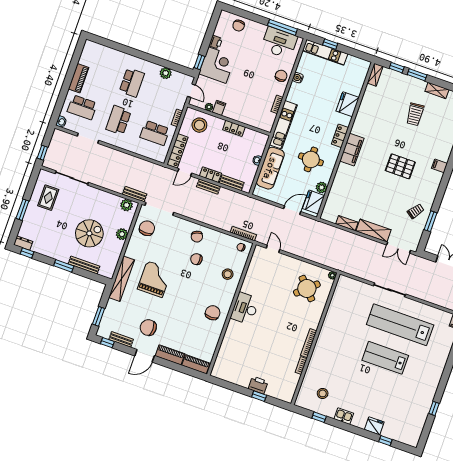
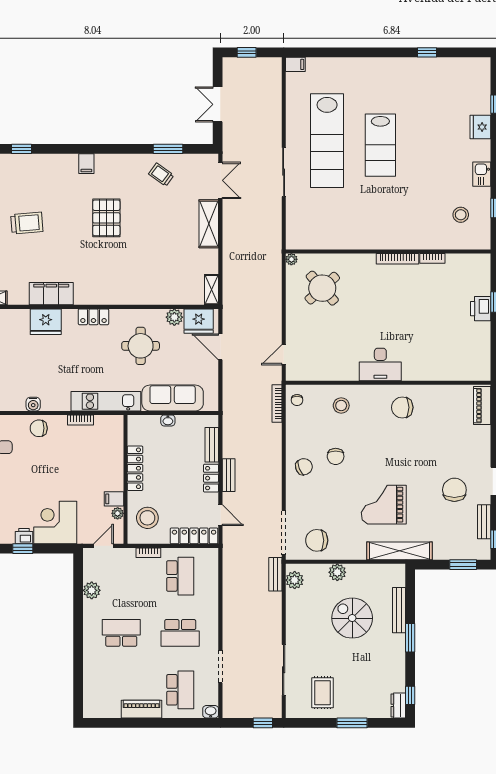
window: (199, 62) -> (23, 549), moved
locker: (234, 128) -> (135, 468), width x1.53
filing cabinet: (352, 150) -> (51, 294), moved
rug: (48, 198) -> (323, 693), turned 90
shelving: (347, 223) -> (212, 290), moved
chair: (148, 328) -> (454, 490), turned 180
piano: (170, 355) -> (482, 446), removed

